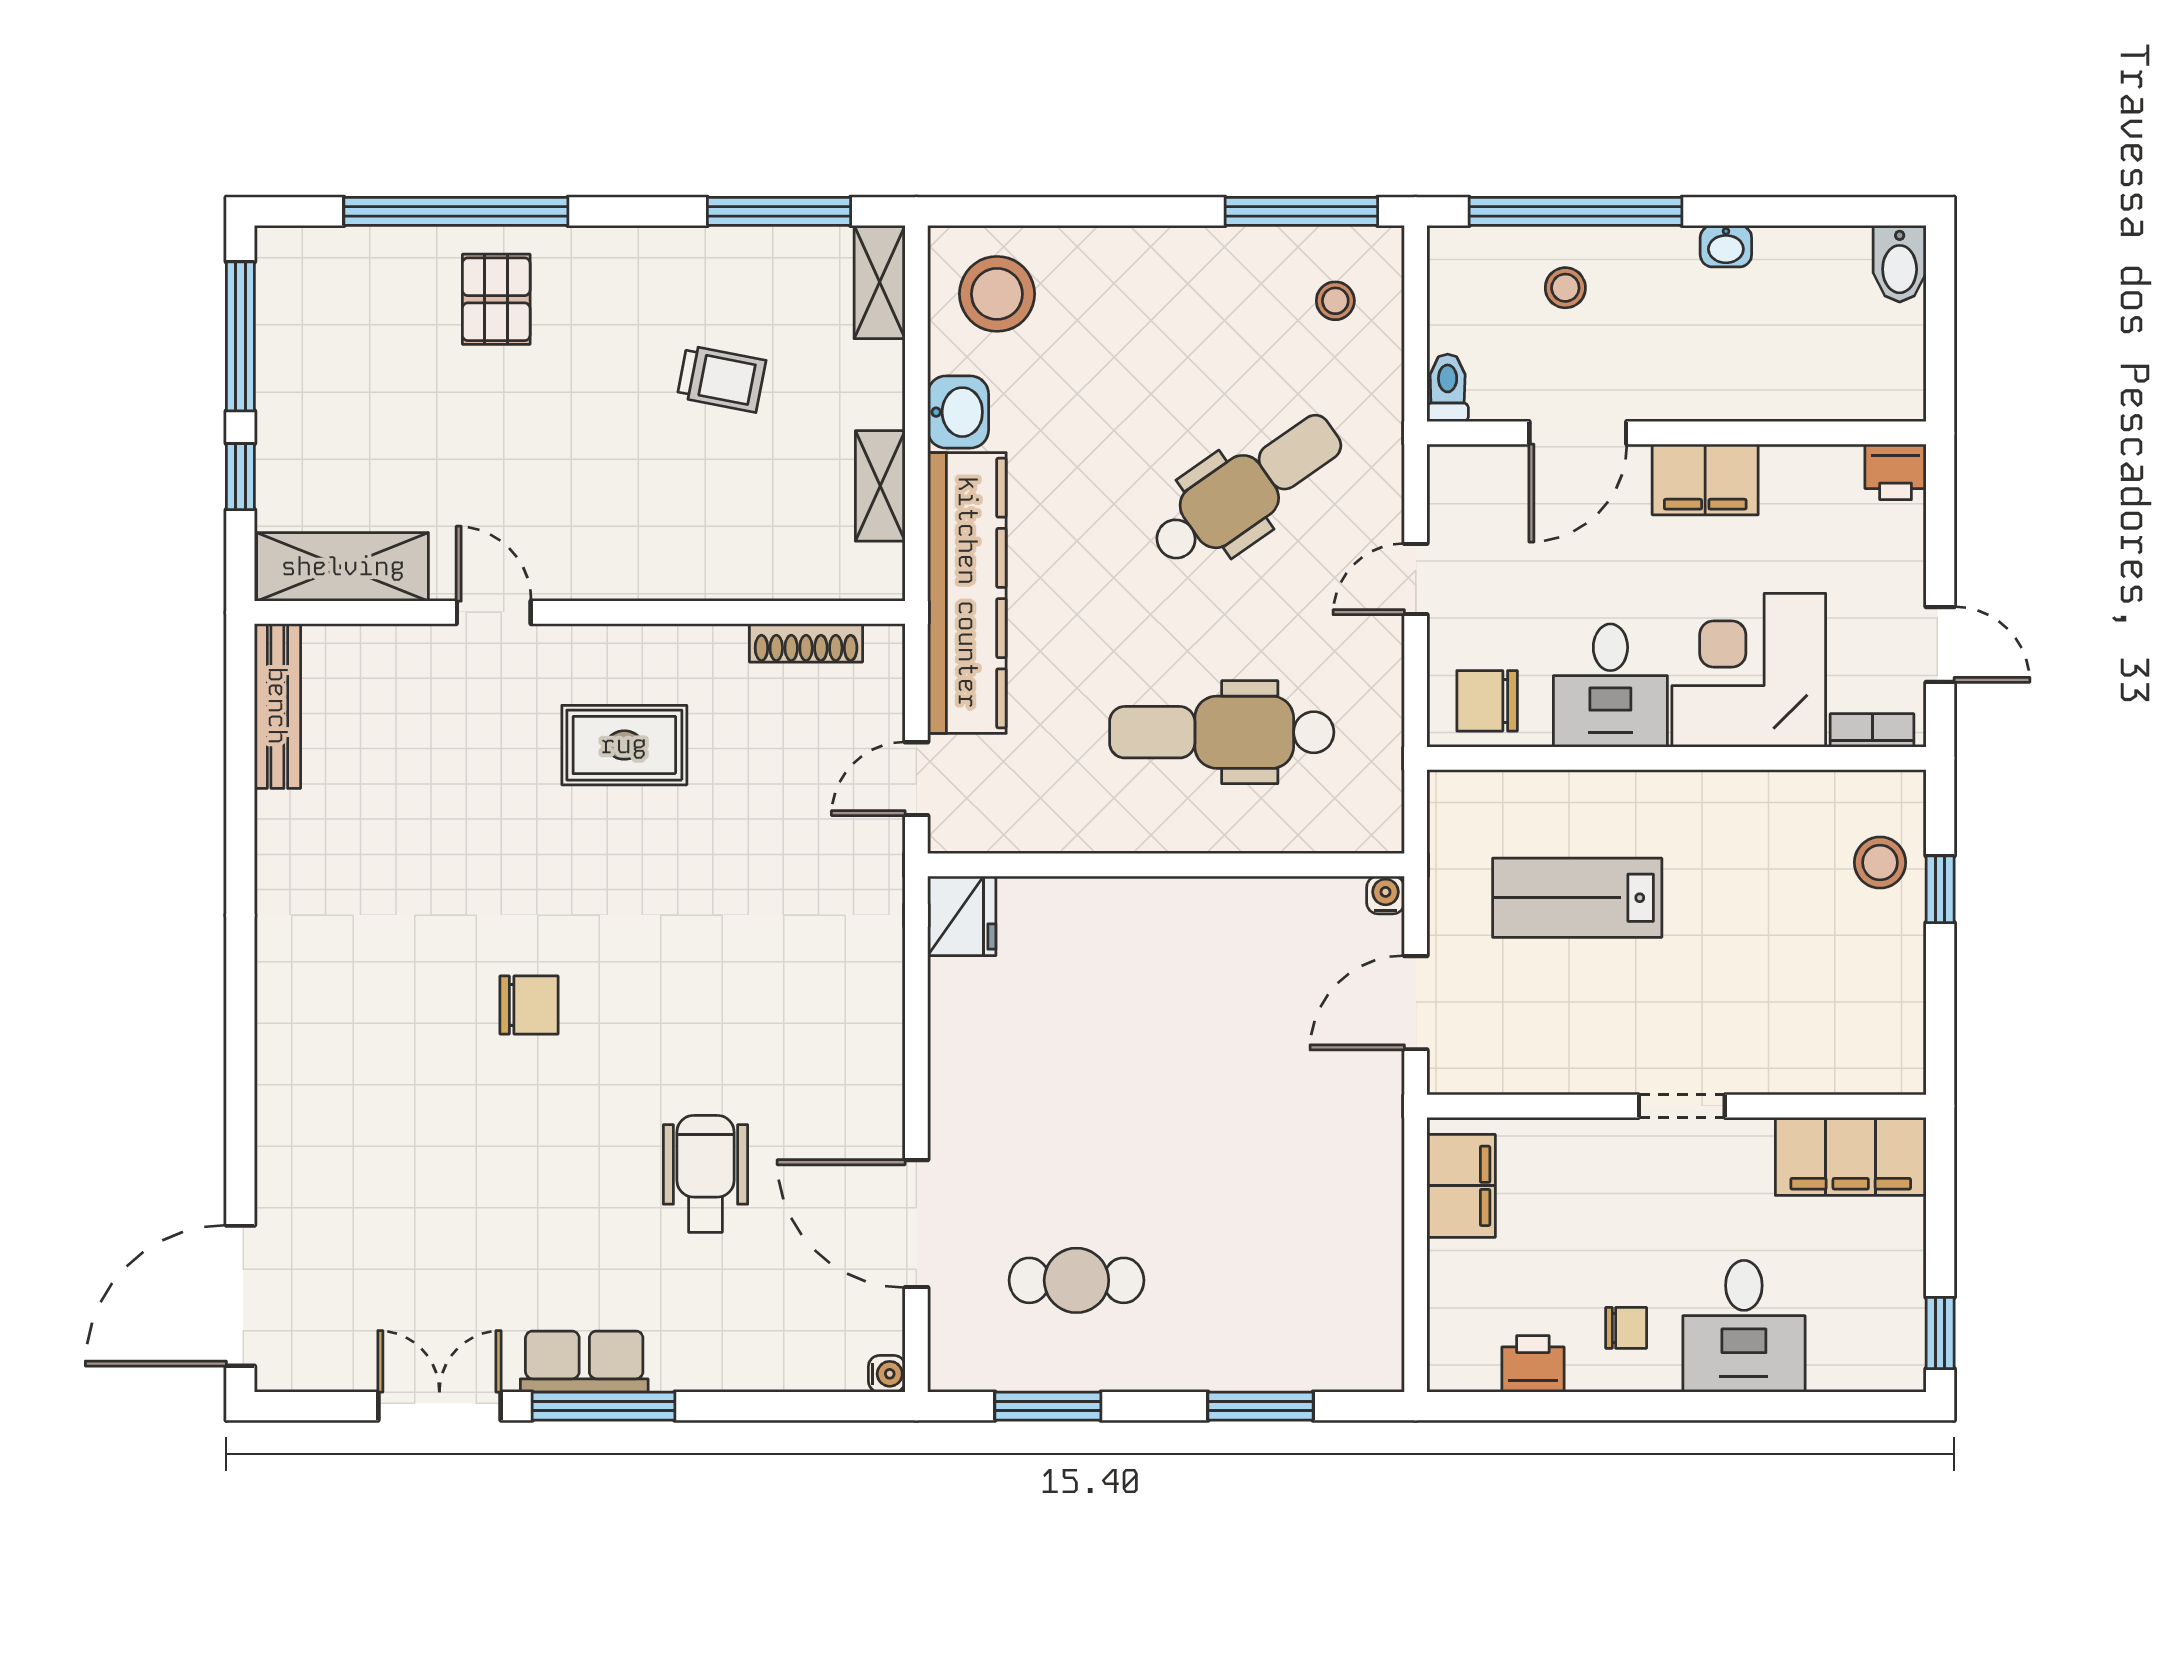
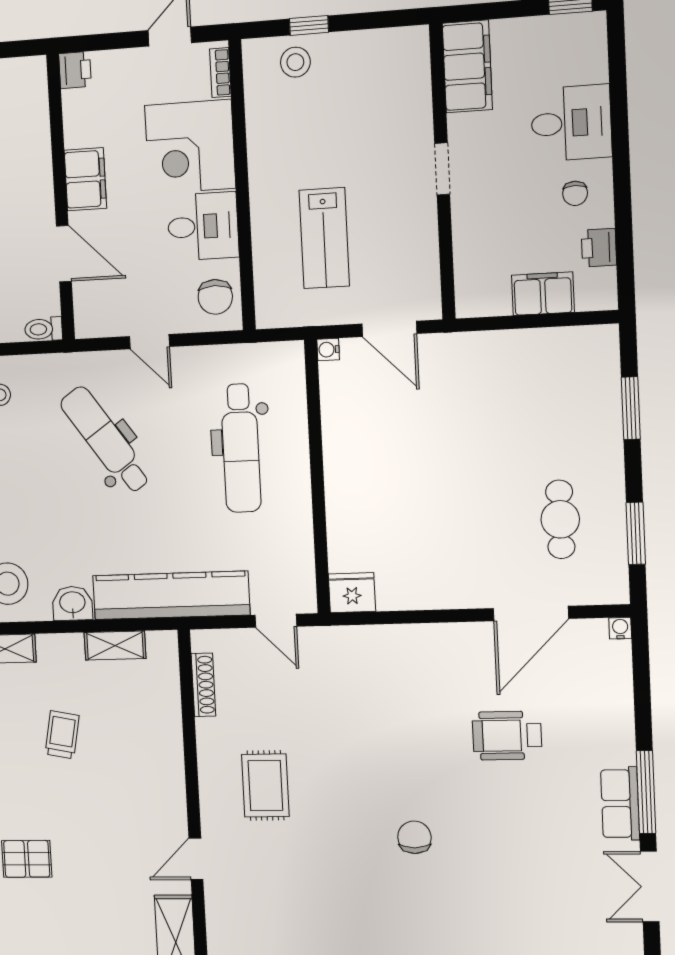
filing cabinet: (1461, 1186) -> (543, 294), moved
chair: (1626, 1328) -> (575, 193), turned 180

